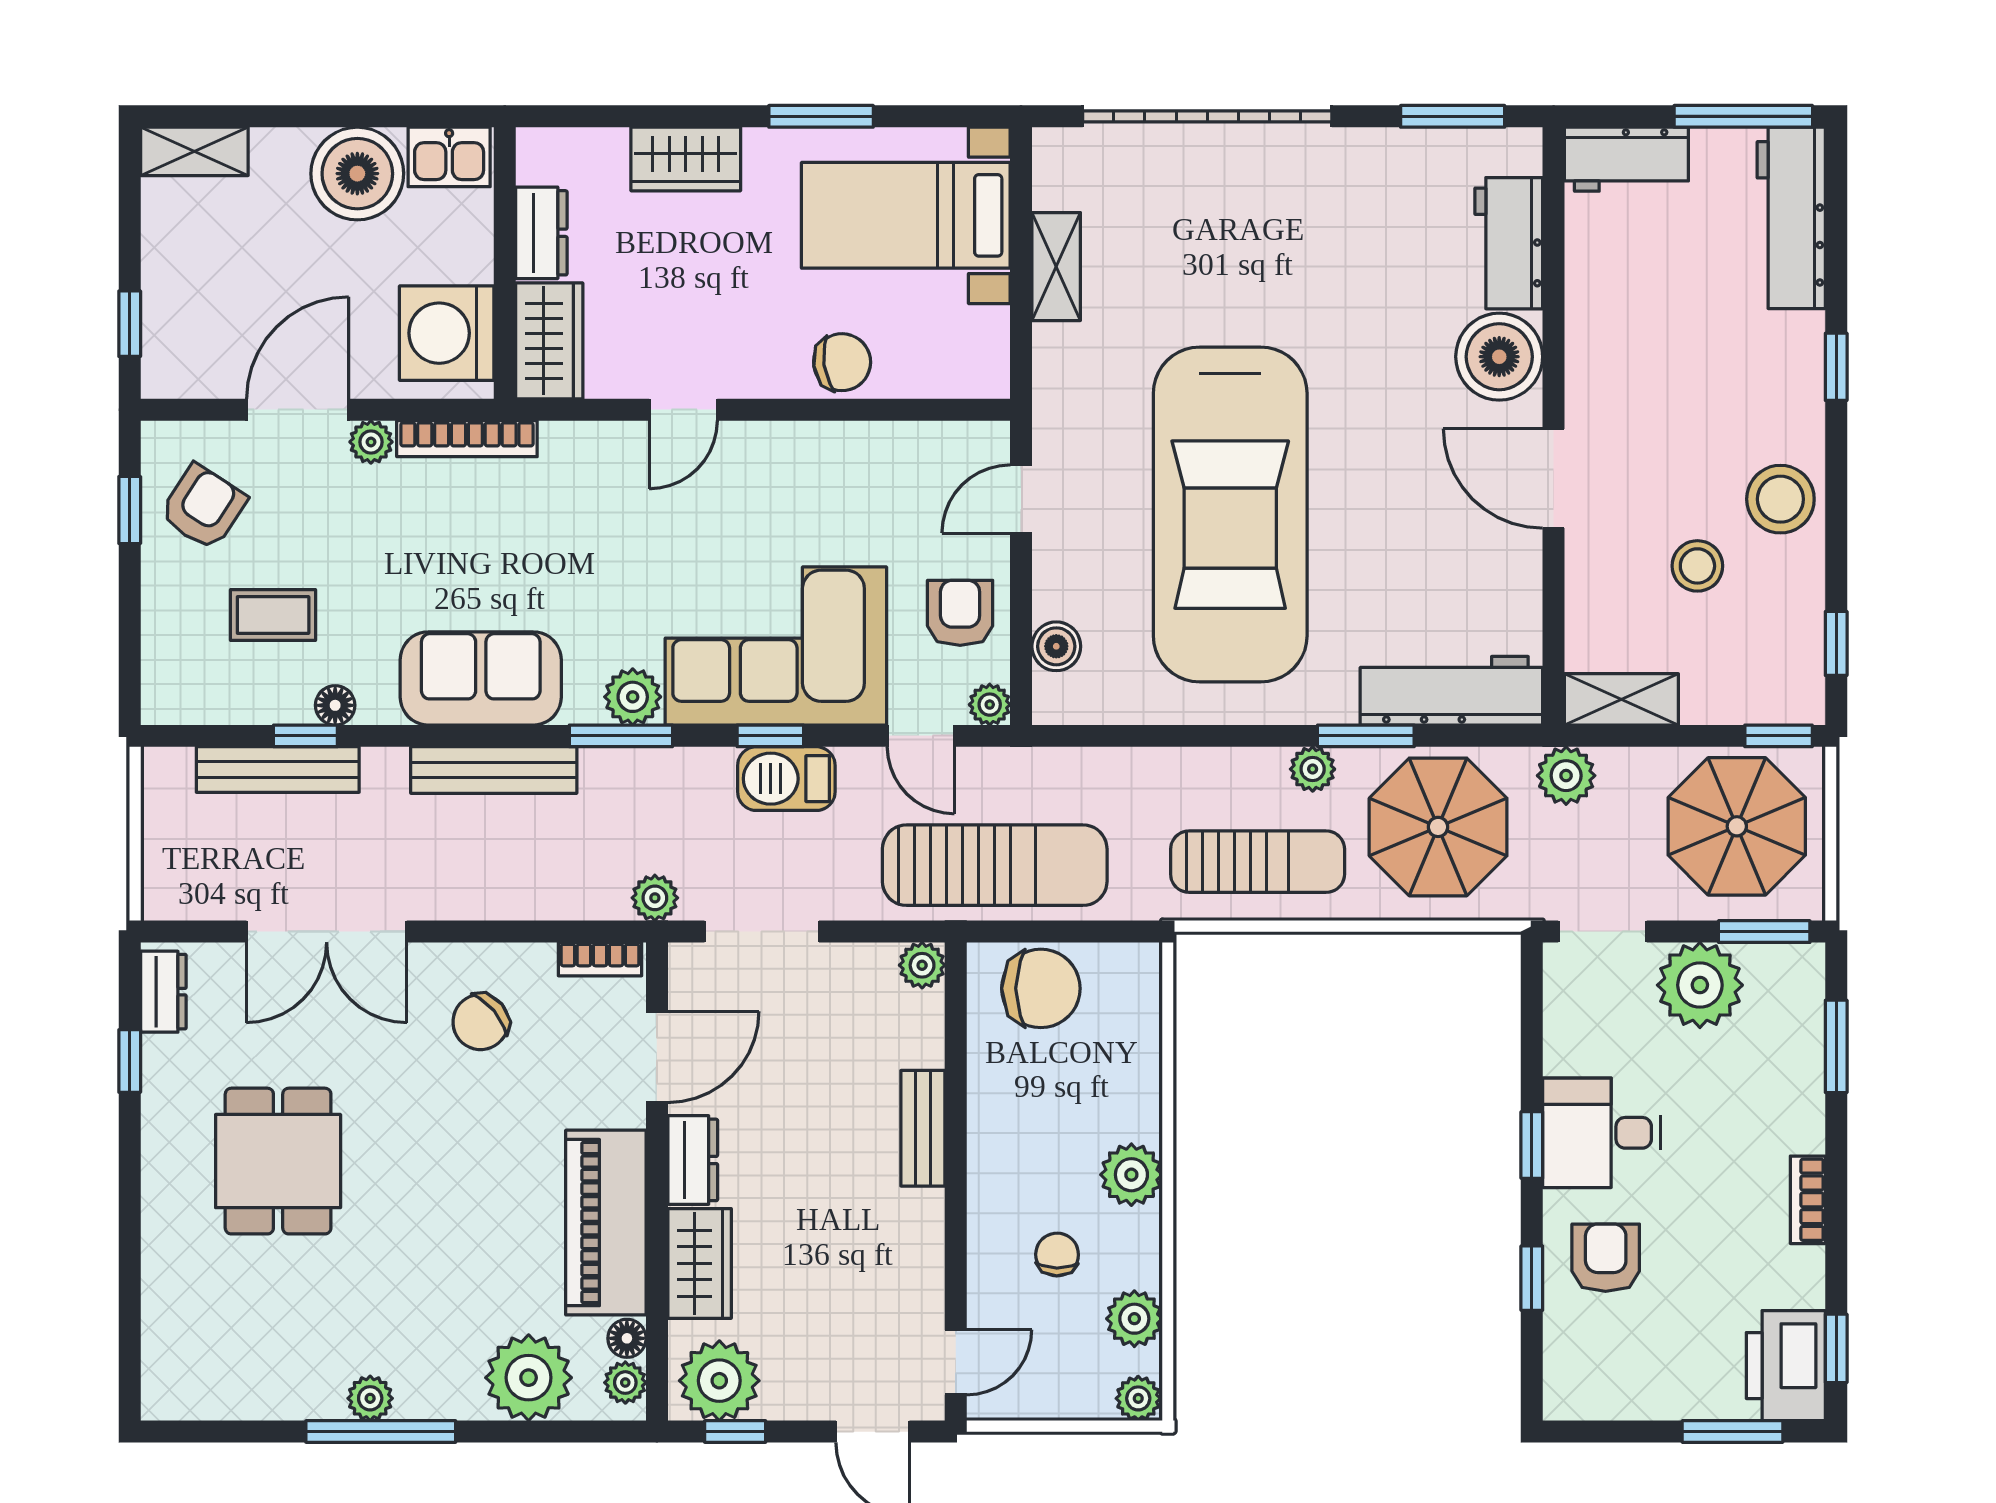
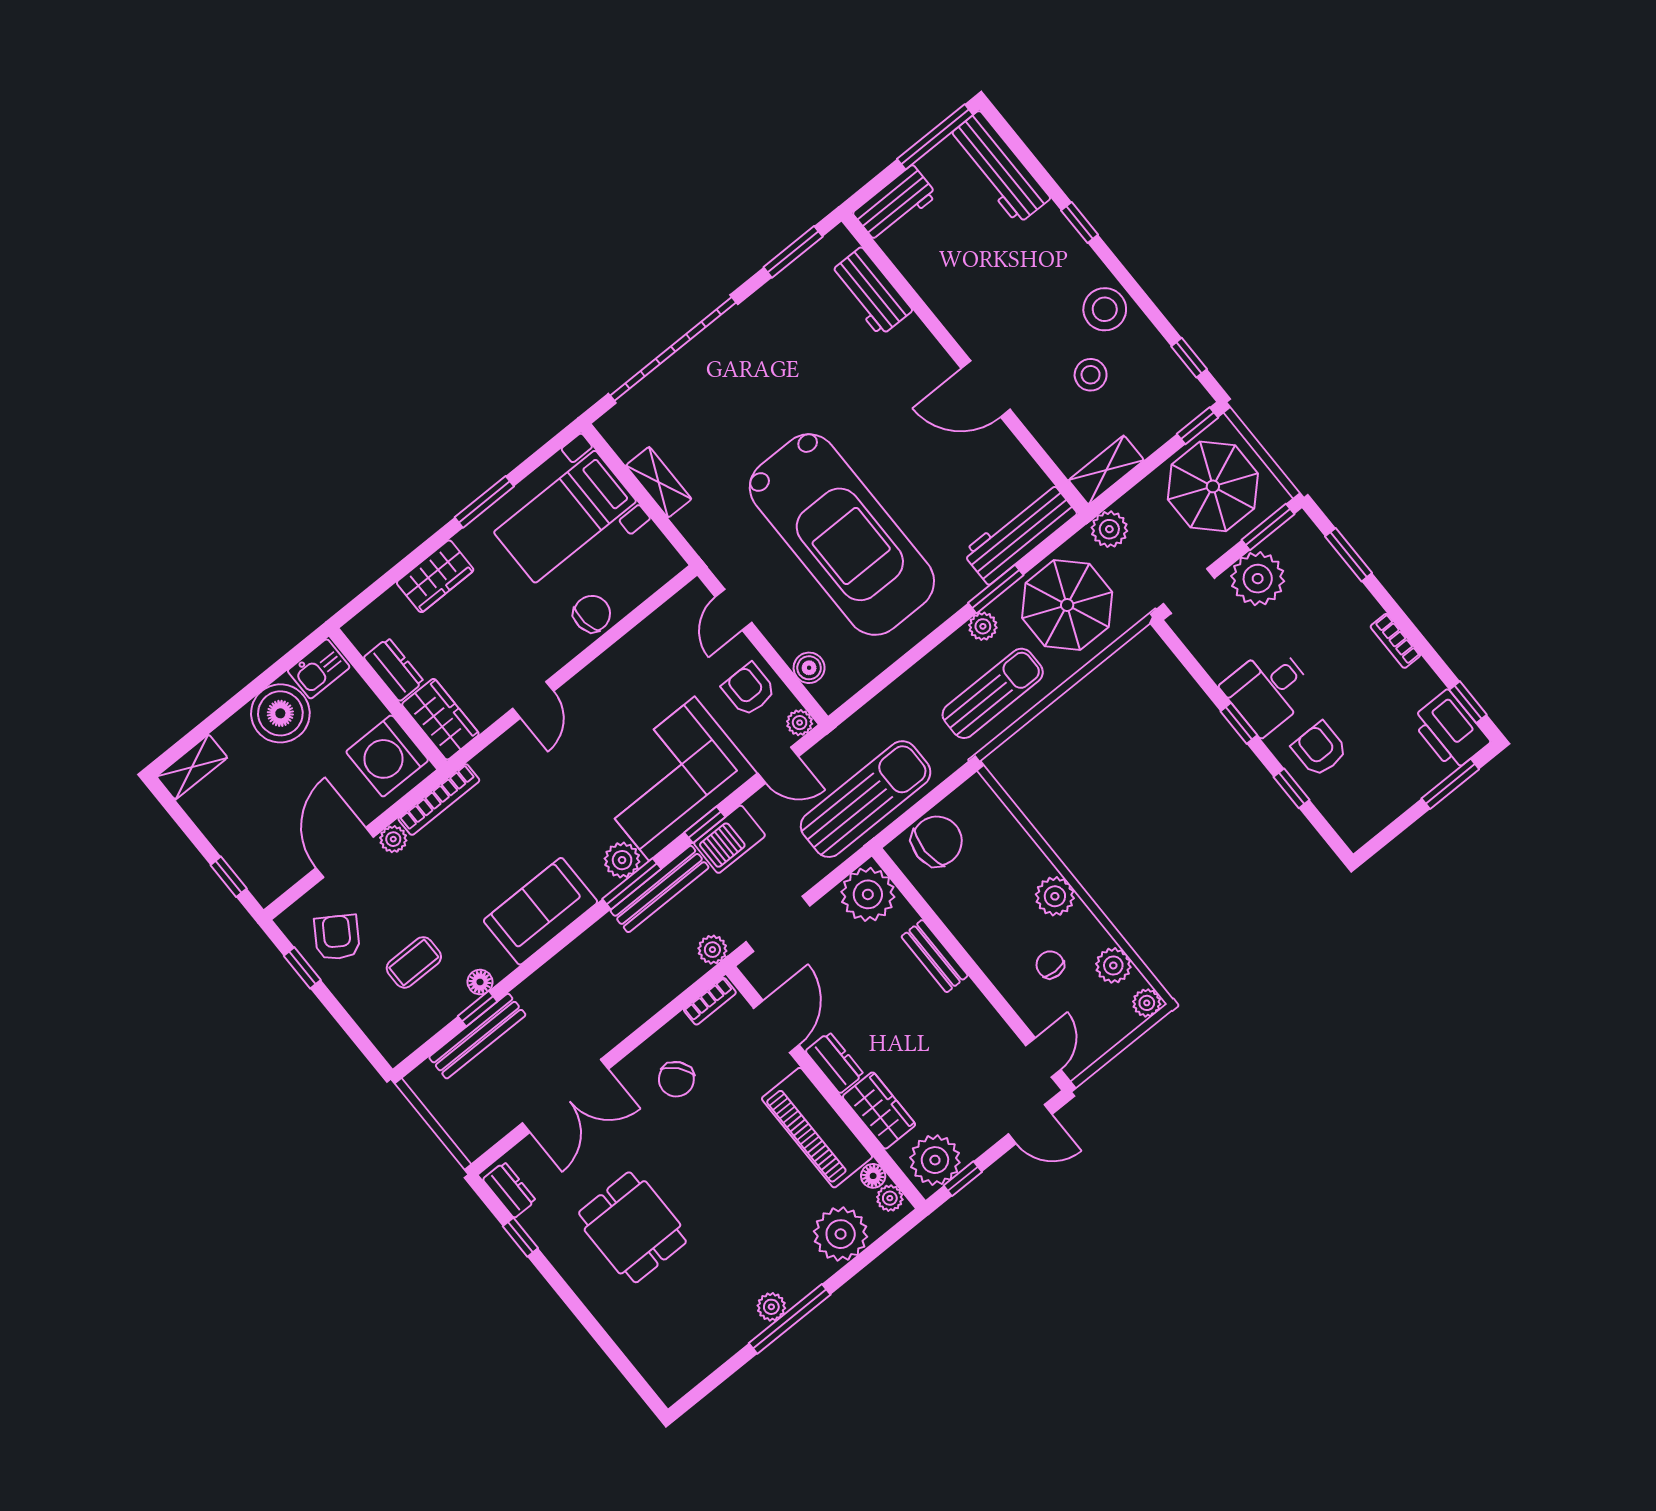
boiler: (1499, 357) -> (911, 351), removed
bench: (494, 770) -> (660, 889), moved
plant: (922, 965) -> (868, 894), width x1.87, depth x1.87

